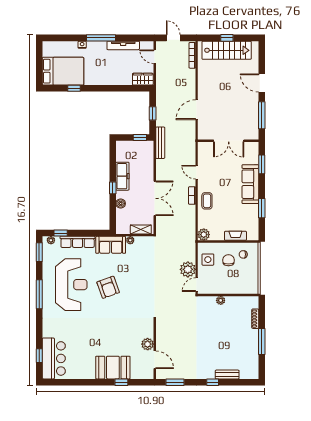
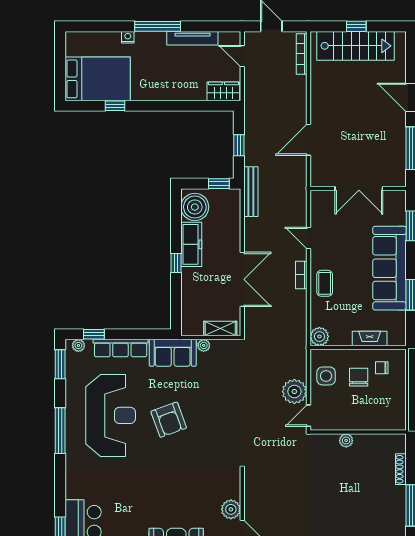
sofa: (250, 184) -> (389, 268), width x1.36, depth x1.27
boiler: (121, 203) -> (195, 207), moved, width x1.86, depth x1.86

